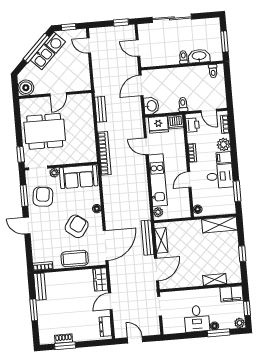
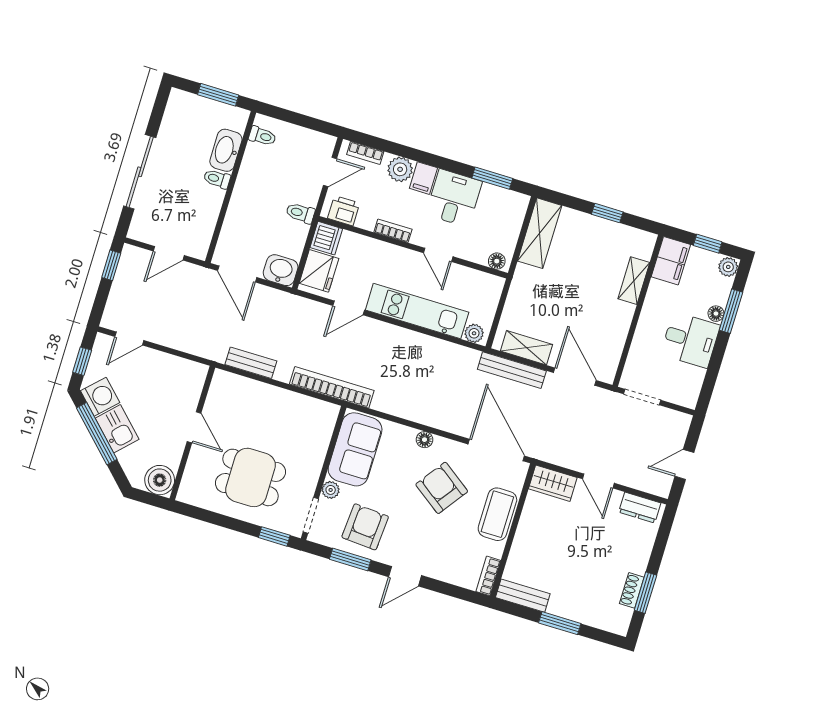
dining table: (45, 131) -> (250, 477), width x0.73
armchair: (43, 197) -> (365, 527), turned 87

